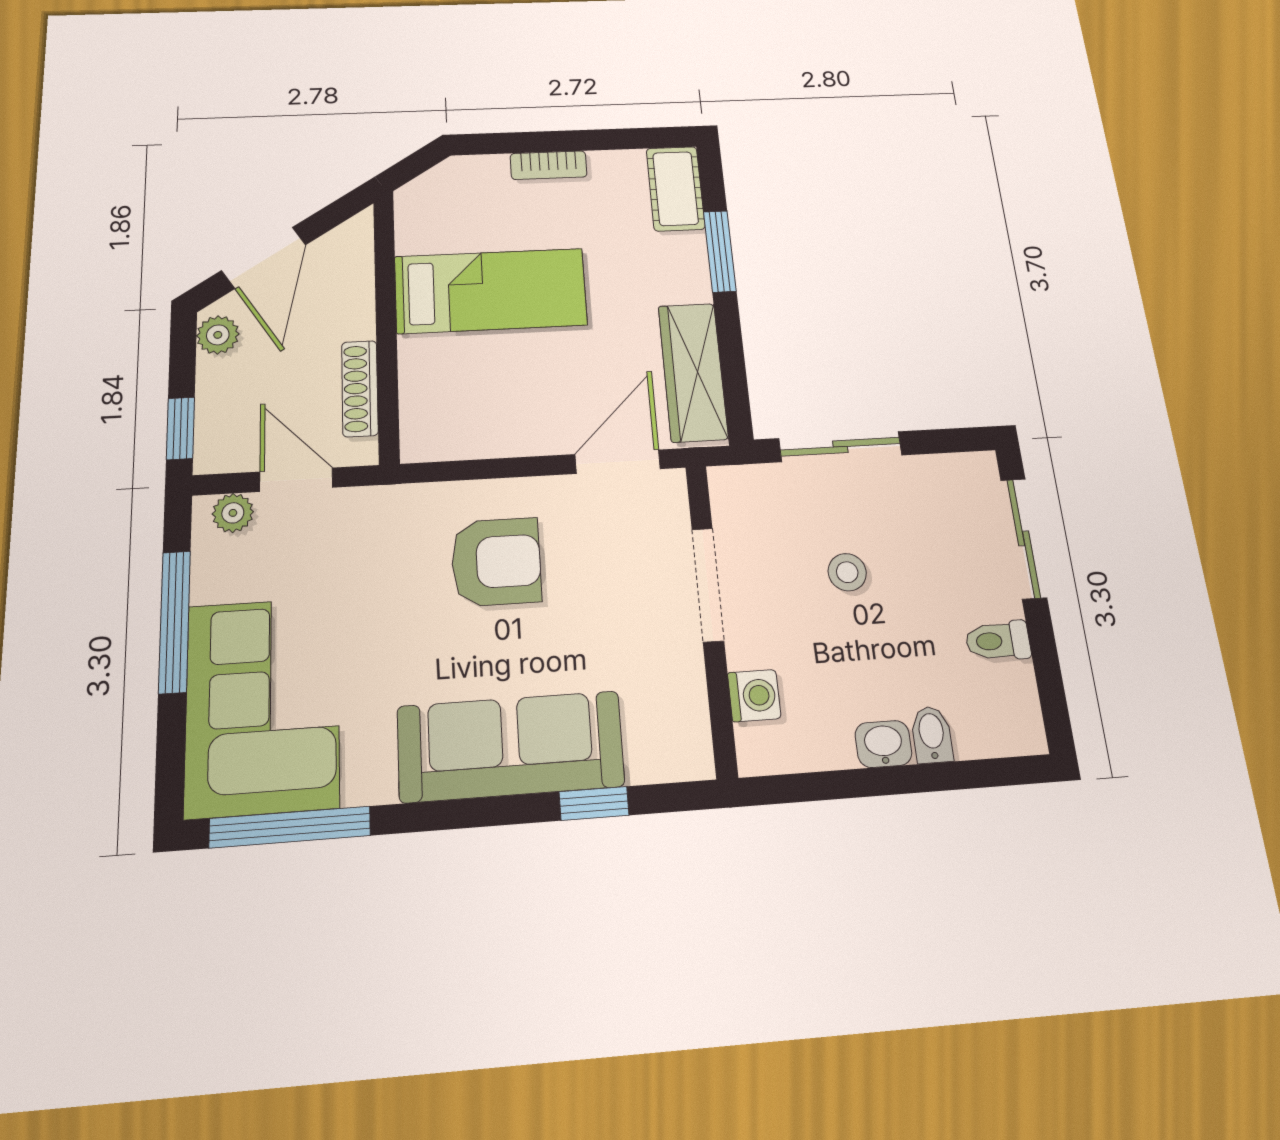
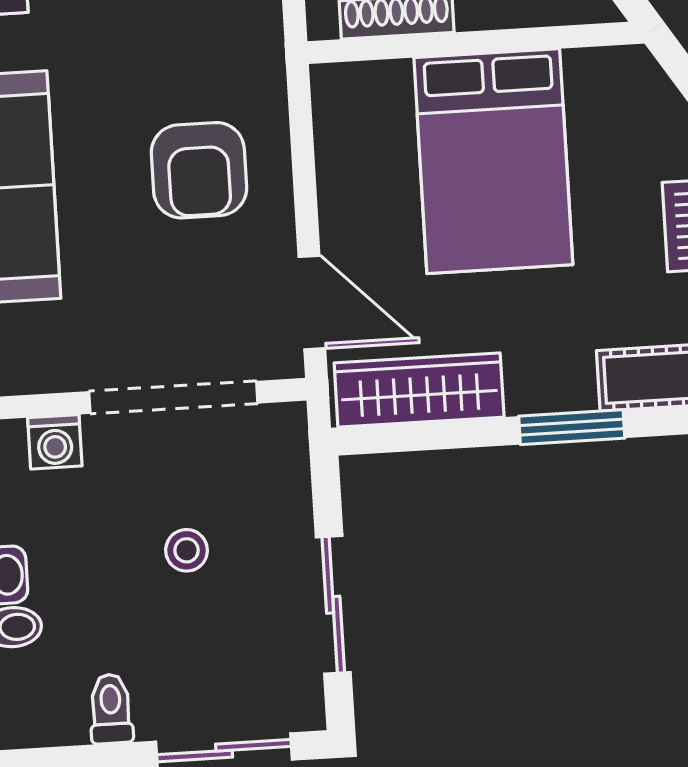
bed: (491, 291) -> (493, 161), width x1.50
sliding door: (840, 447) -> (333, 605), moved
doorway: (708, 585) -> (173, 397), width x1.36

